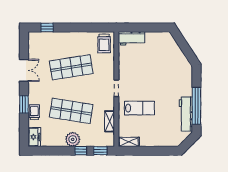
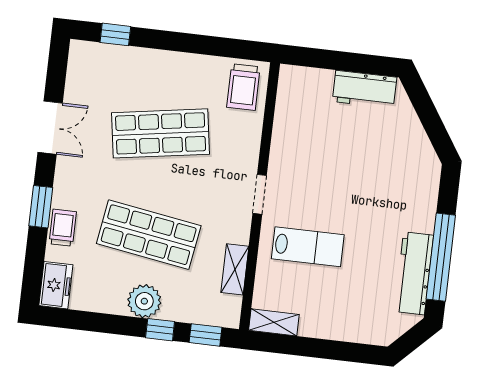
workbench: (132, 38) -> (365, 89), moved

